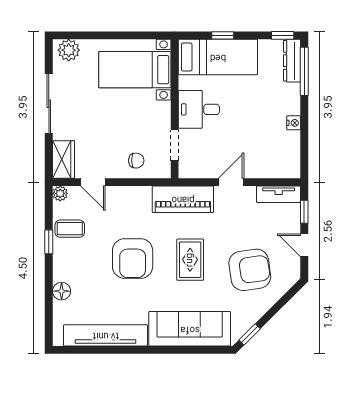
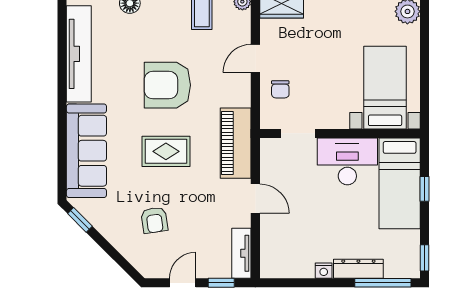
dresser: (292, 61) -> (358, 269), moved
desk: (199, 109) -> (347, 161), width x1.37
door: (93, 182) -> (255, 58), moved
armchair: (250, 270) -> (154, 220), width x0.53, depth x0.53

